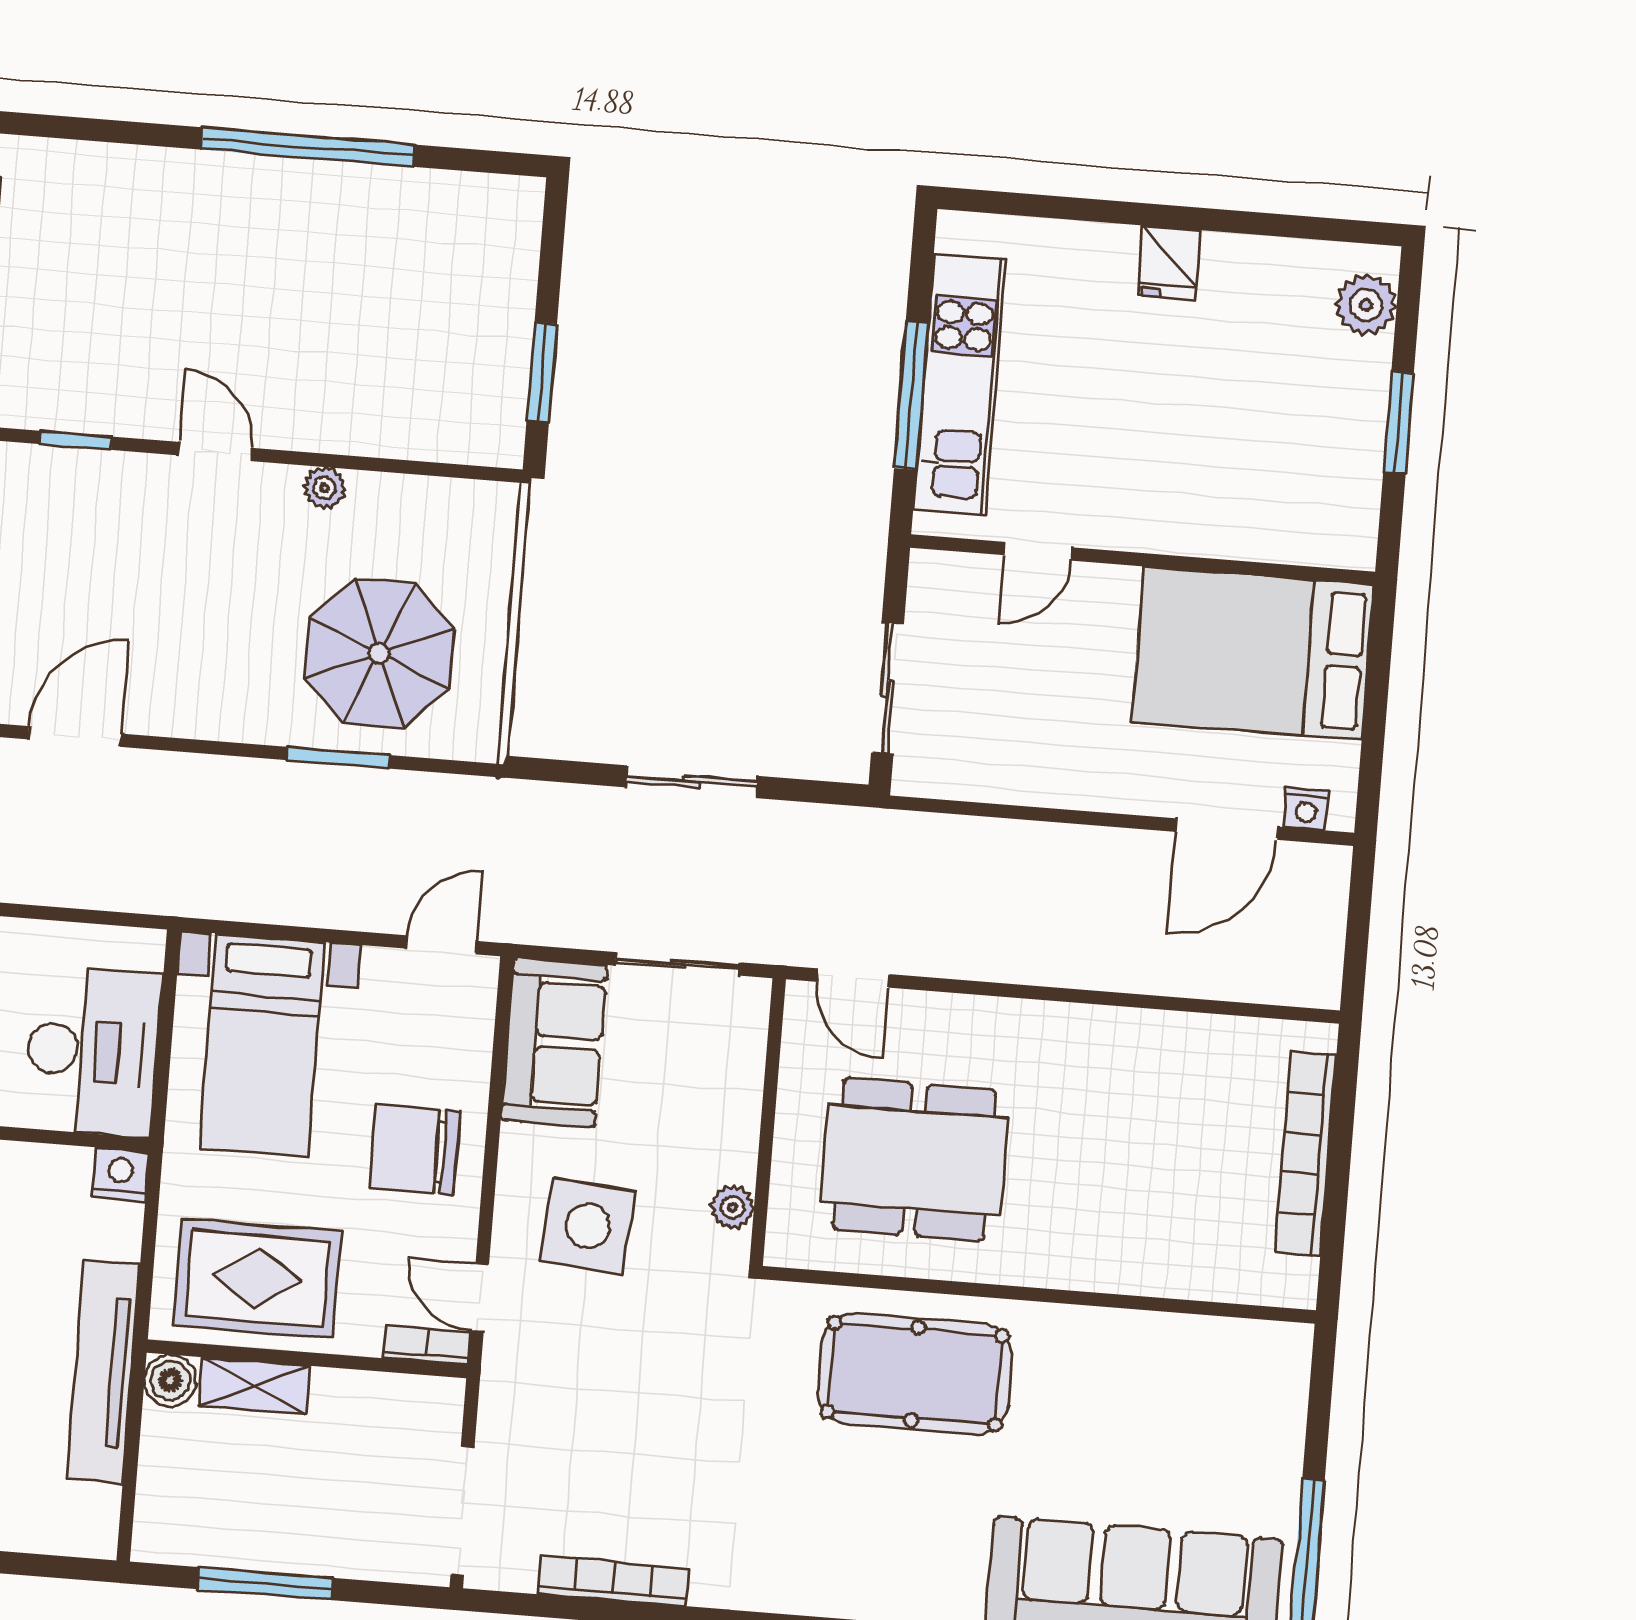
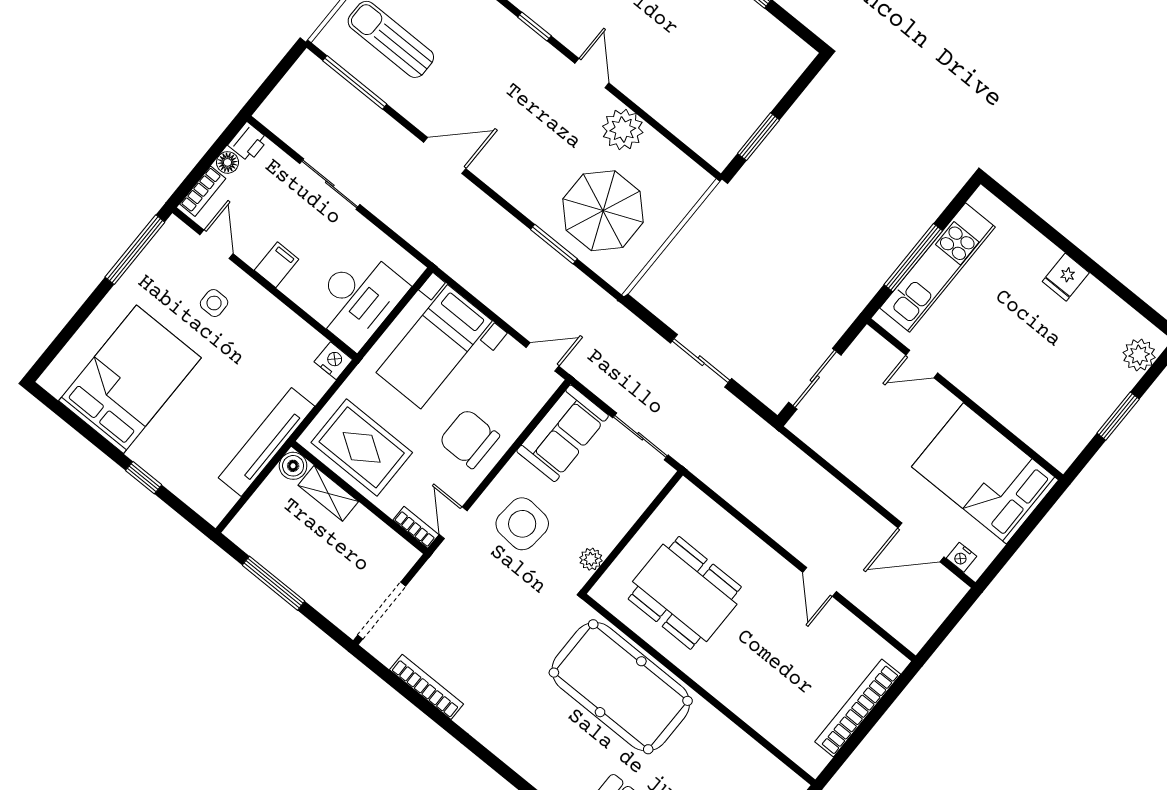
plant: (325, 488) -> (623, 129), width x1.88, depth x1.88
door: (853, 978) -> (820, 582), moved
pool table: (915, 1374) -> (621, 687), width x1.36, depth x1.32

